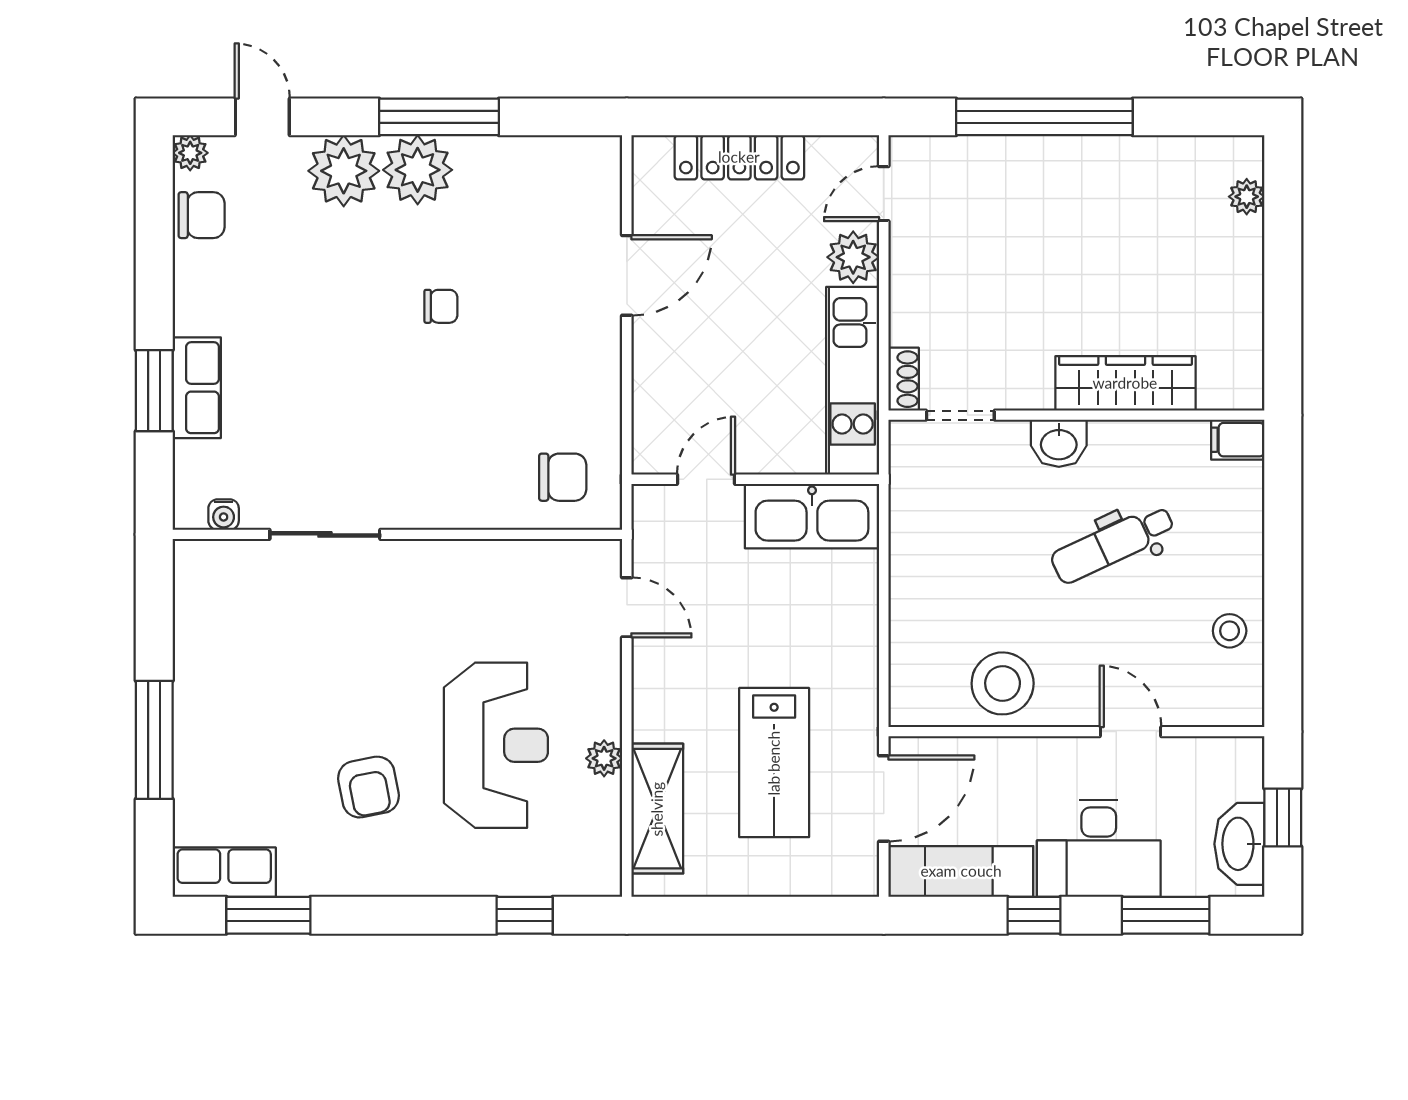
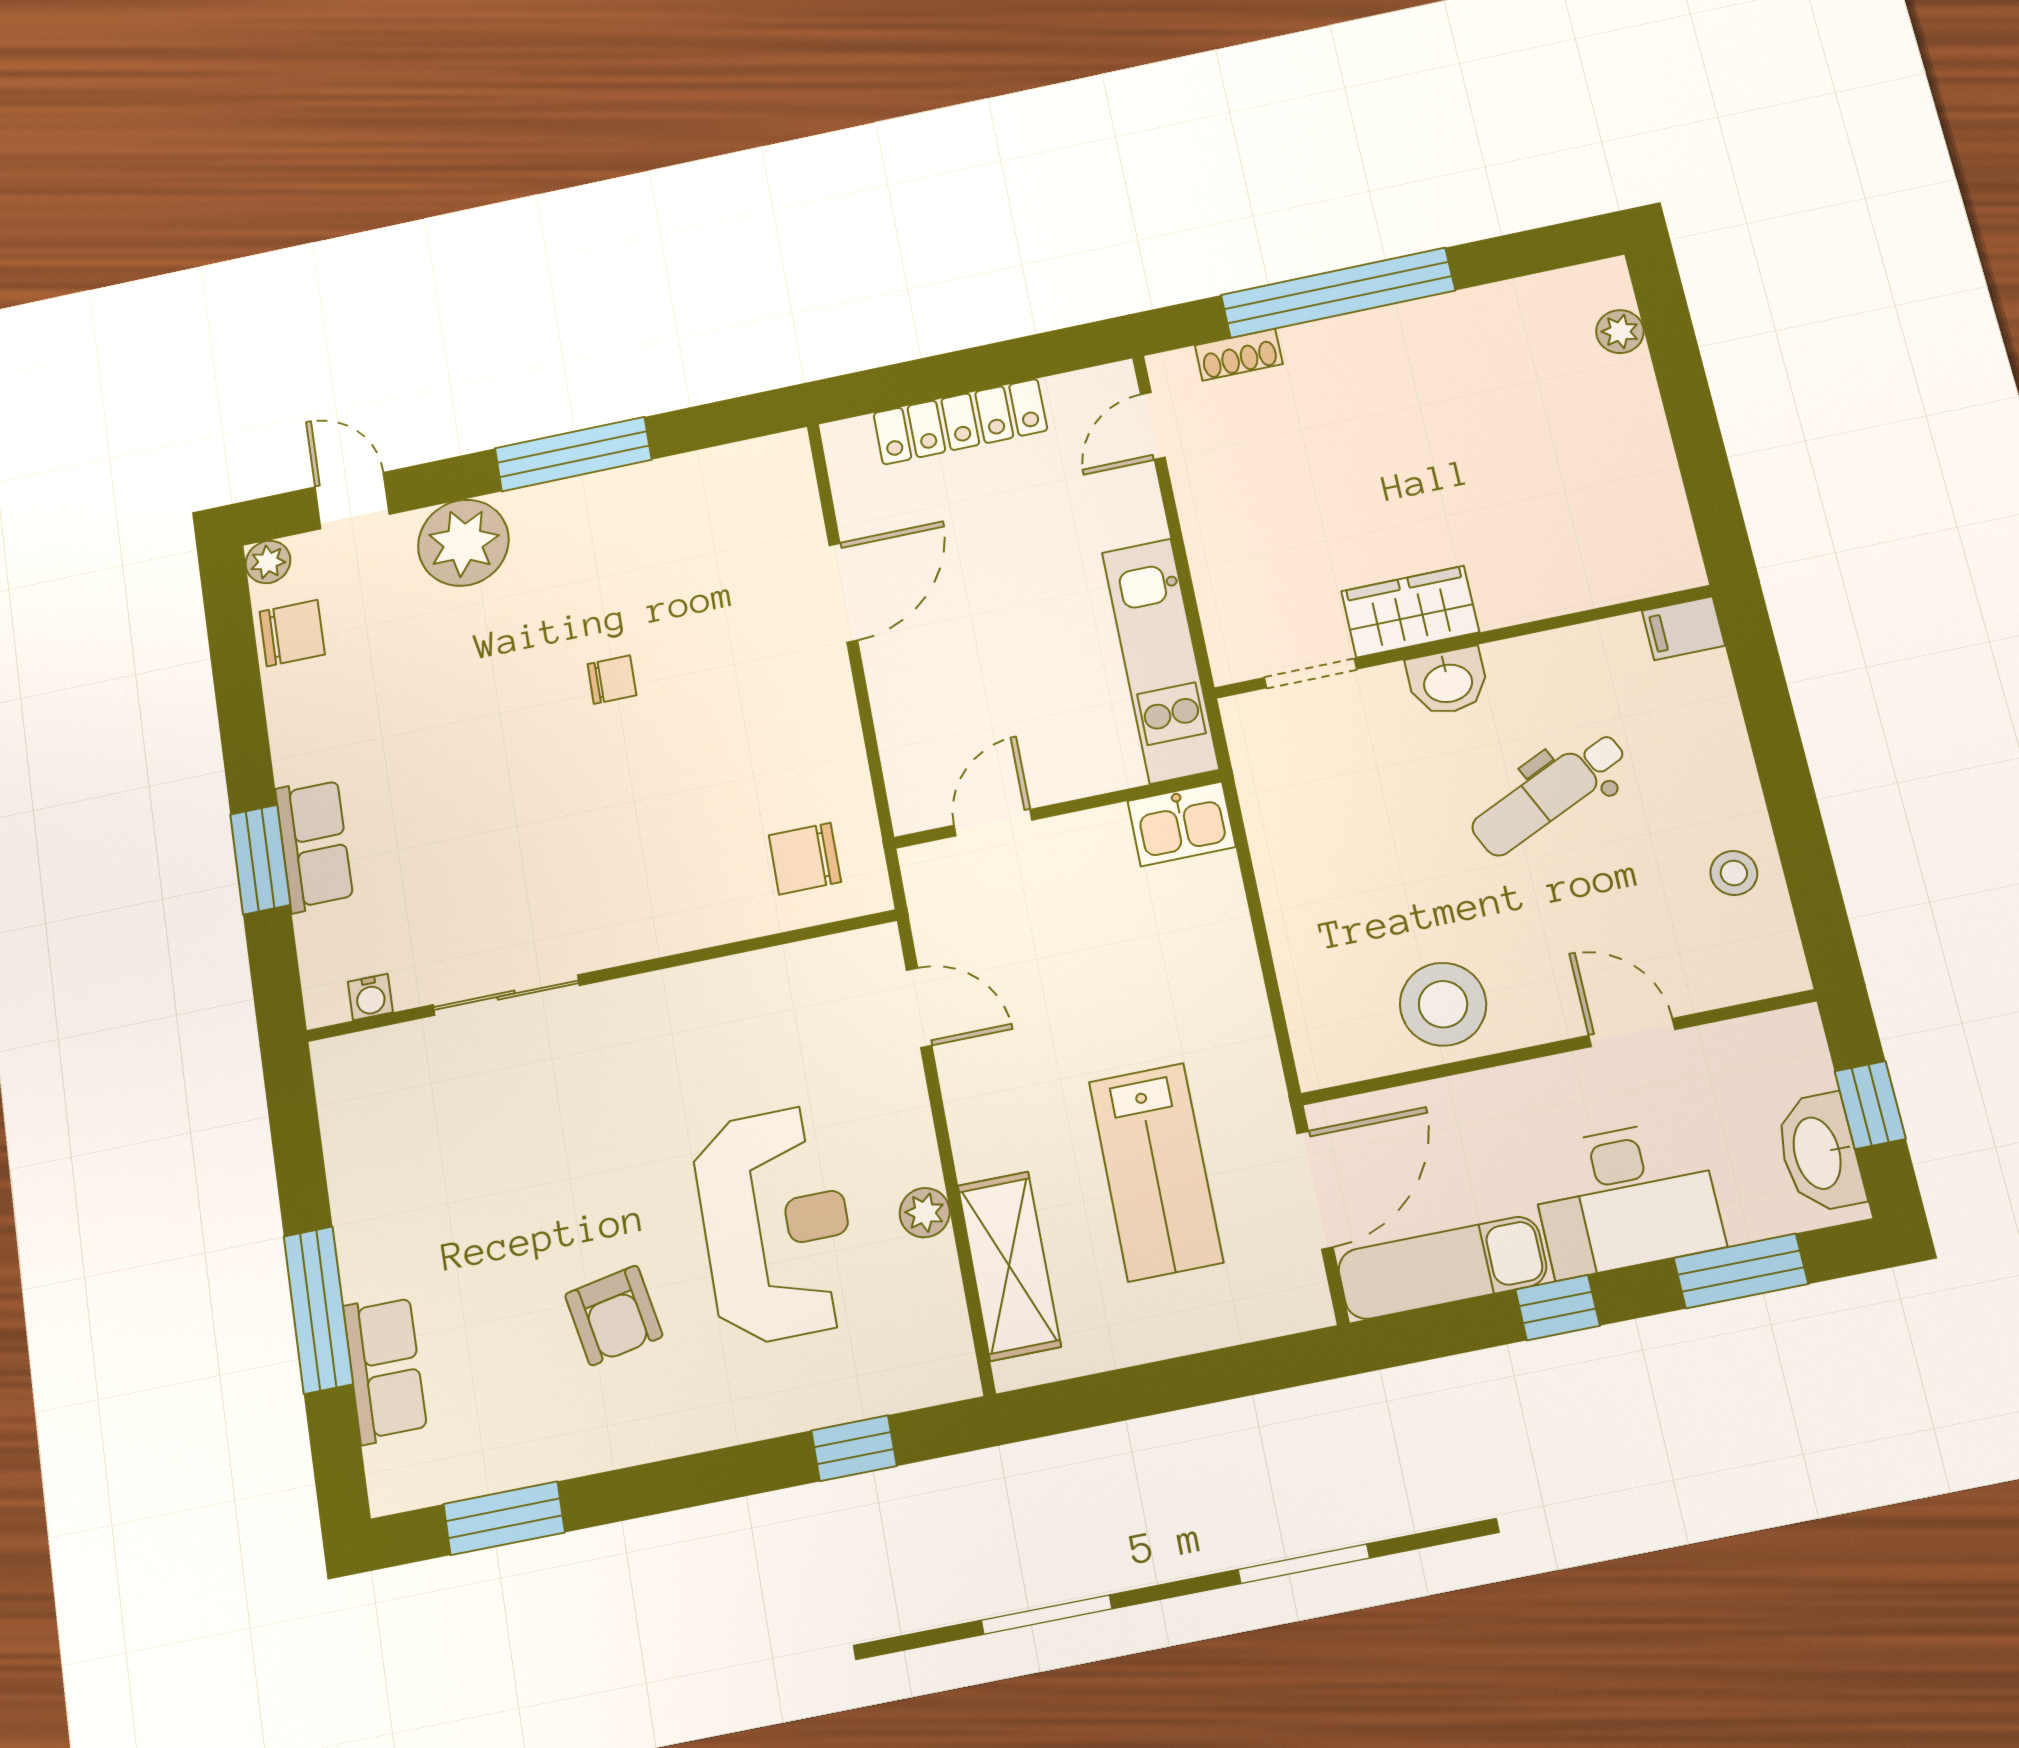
plant: (418, 170) -> (556, 522), removed
plant: (853, 257) -> (1130, 510), removed
shoe rack: (904, 379) -> (1239, 355), moved, turned 90
wardrobe: (1125, 383) -> (1410, 612), moved, width x0.67
chair: (563, 477) -> (805, 859), turned 180
kitchen sink: (812, 516) -> (1182, 824), width x0.53, depth x0.81
row of seats: (224, 872) -> (385, 1369), moved, turned 90

